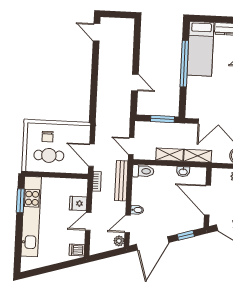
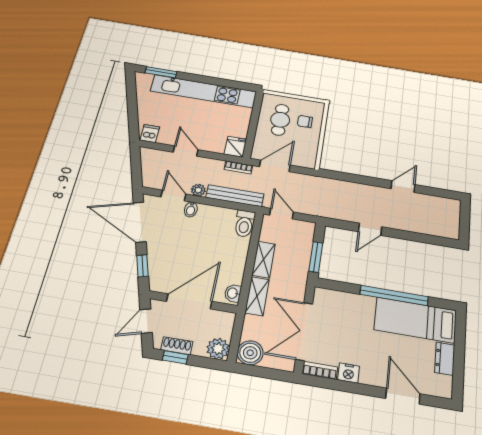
door: (97, 32) -> (403, 187), moved
door: (131, 146) -> (282, 214), hinge flipped
washbasin: (183, 172) -> (233, 293), moved
window: (20, 201) -> (161, 72), moved
fridge: (78, 203) -> (235, 147), moved
plant: (119, 241) -> (198, 190), moved

